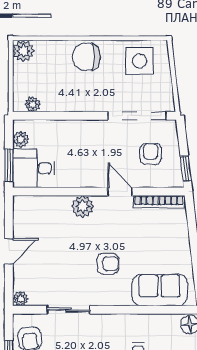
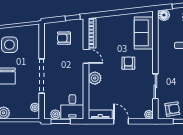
doorway: (137, 116) -> (42, 76), moved
window: (9, 165) -> (61, 121), moved
door: (120, 191) -> (86, 56), swing flipped
tv unit: (20, 216) -> (100, 114), added

